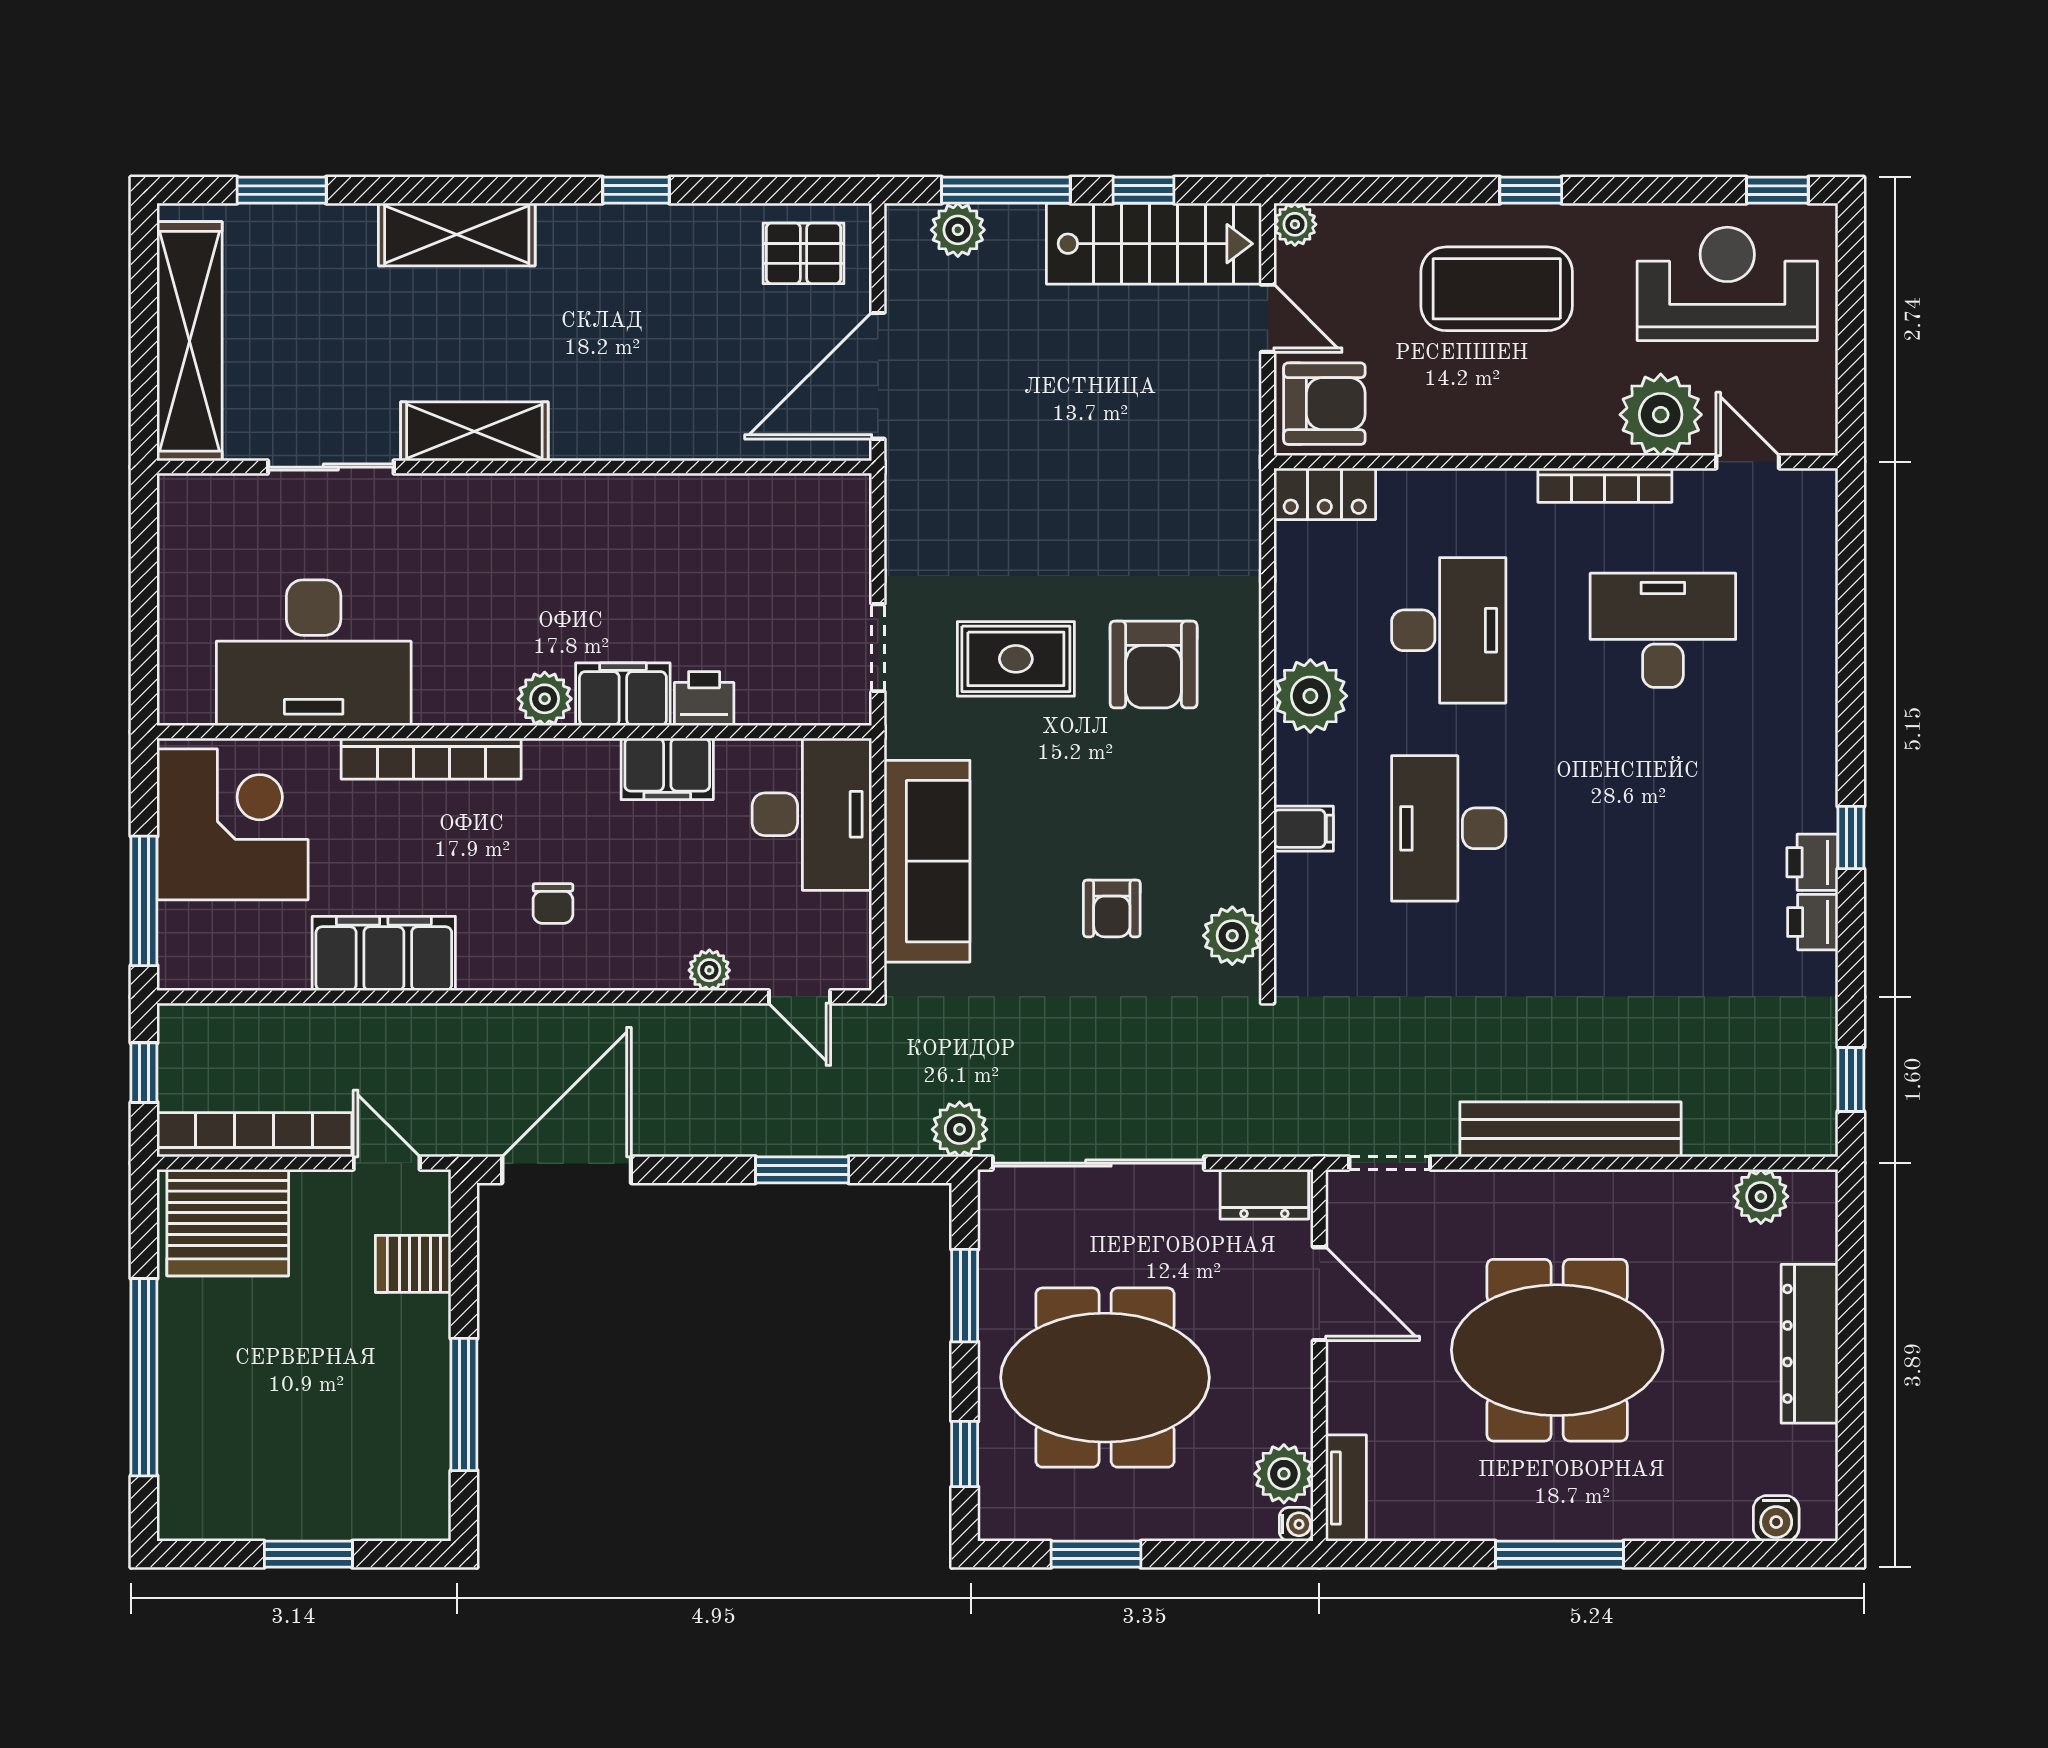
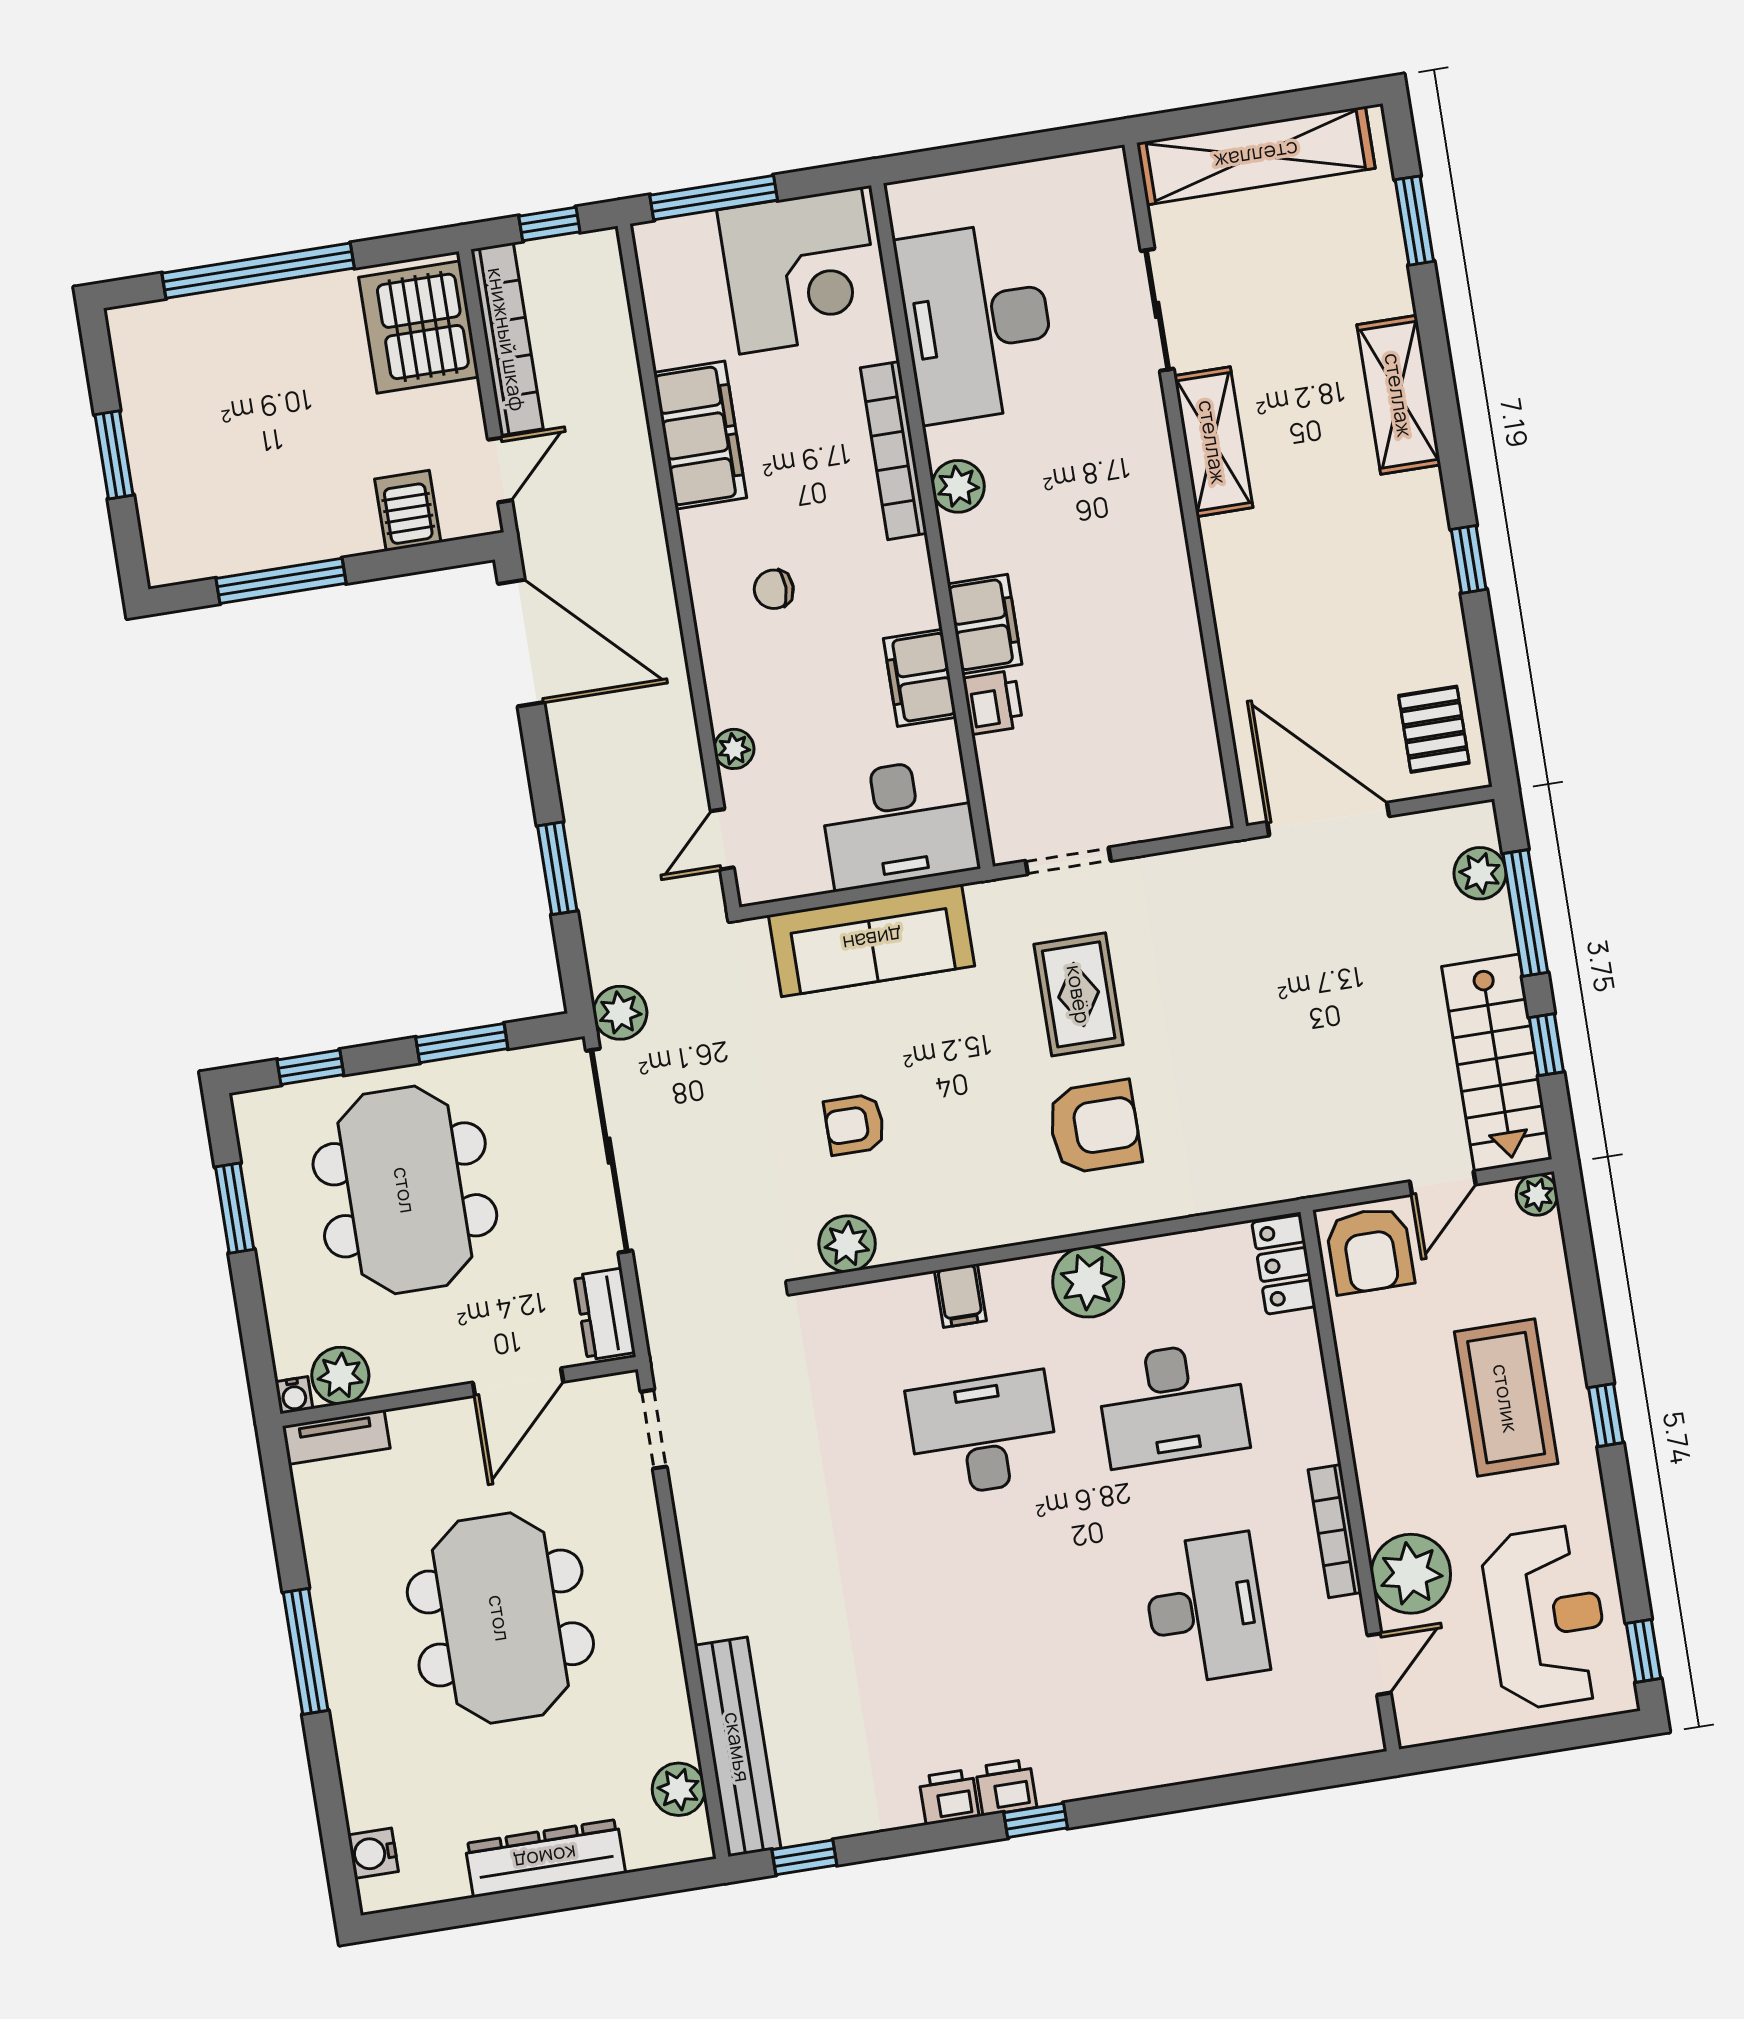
armchair: (1154, 664) -> (1094, 1127), turned 180
plant: (545, 699) -> (958, 486), moved
bench: (1570, 1129) -> (738, 1747), moved

